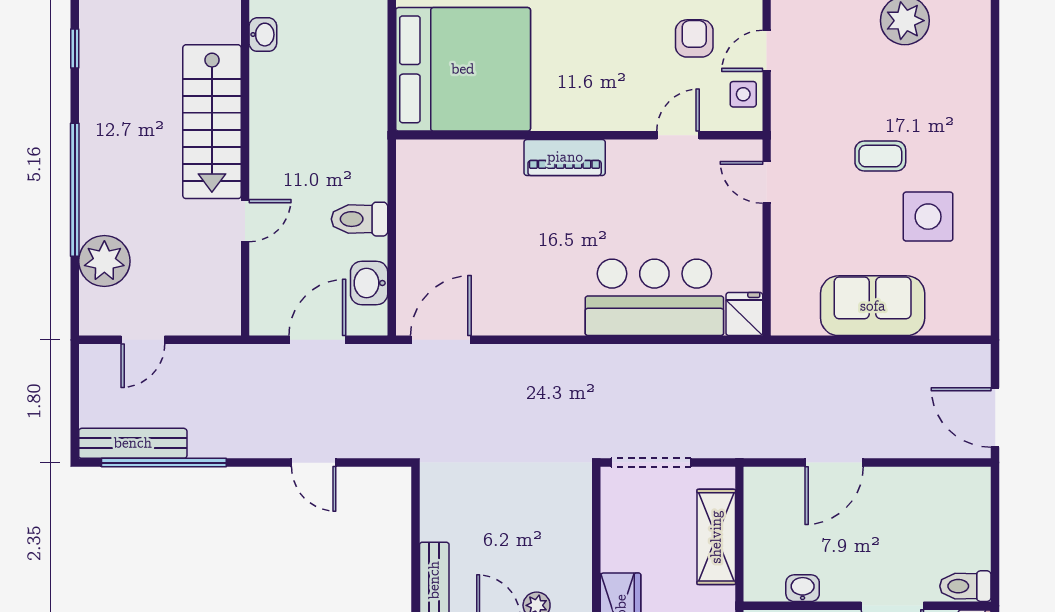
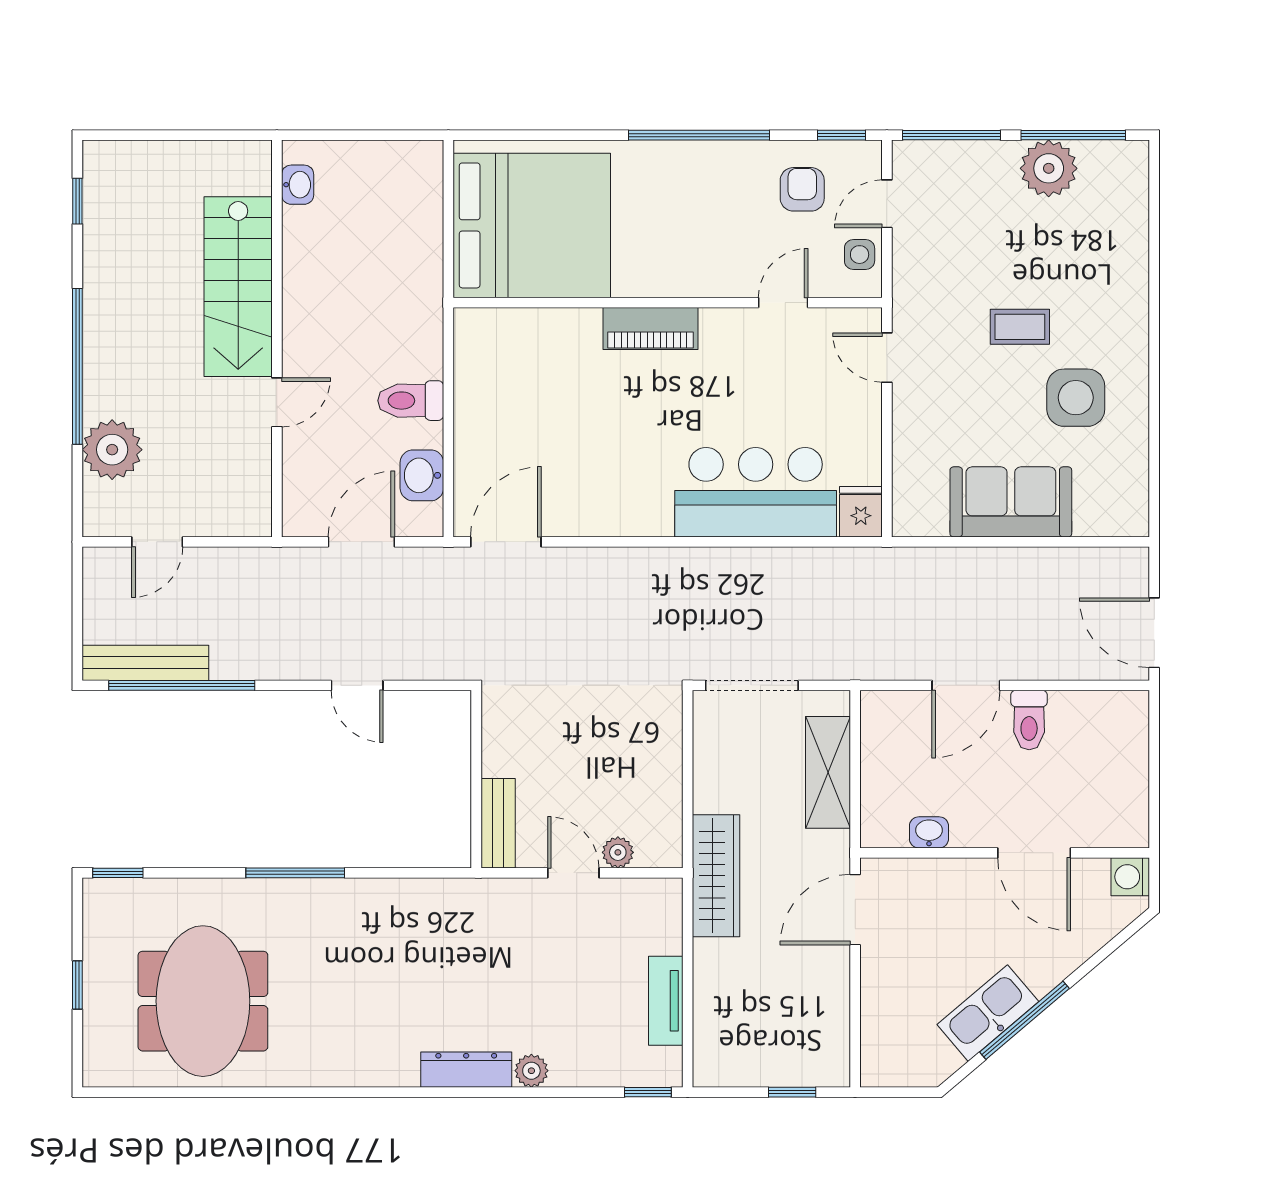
toilet: (965, 586) -> (1029, 720), moved, turned -90

